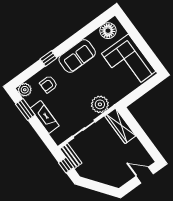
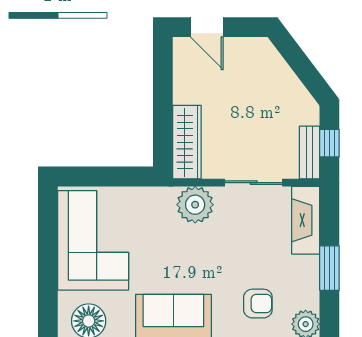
window: (25, 109) -> (329, 268), moved
fireplace: (45, 117) -> (306, 220), moved

